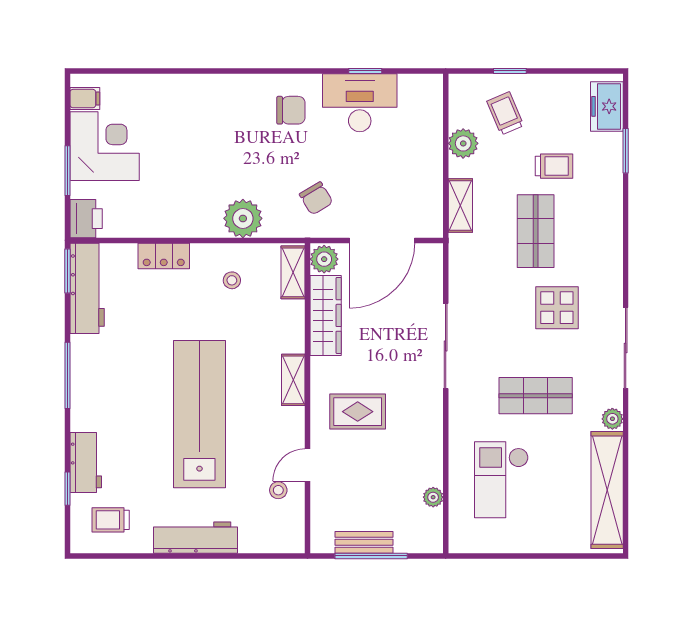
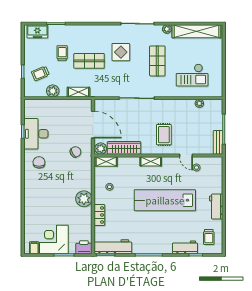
plant: (243, 218) -> (84, 199), moved
workbench: (196, 538) -> (216, 207), width x0.73
bench: (364, 542) -> (218, 142), moved

